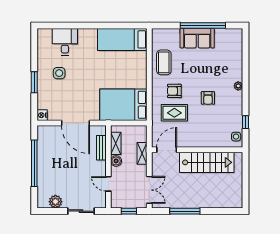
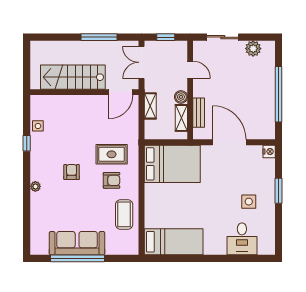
sofa: (197, 38) -> (77, 243), width x1.36
door: (167, 150) -> (121, 92), moved
wall: (197, 150) -> (84, 92), moved
stairs: (207, 162) -> (73, 77), moved

